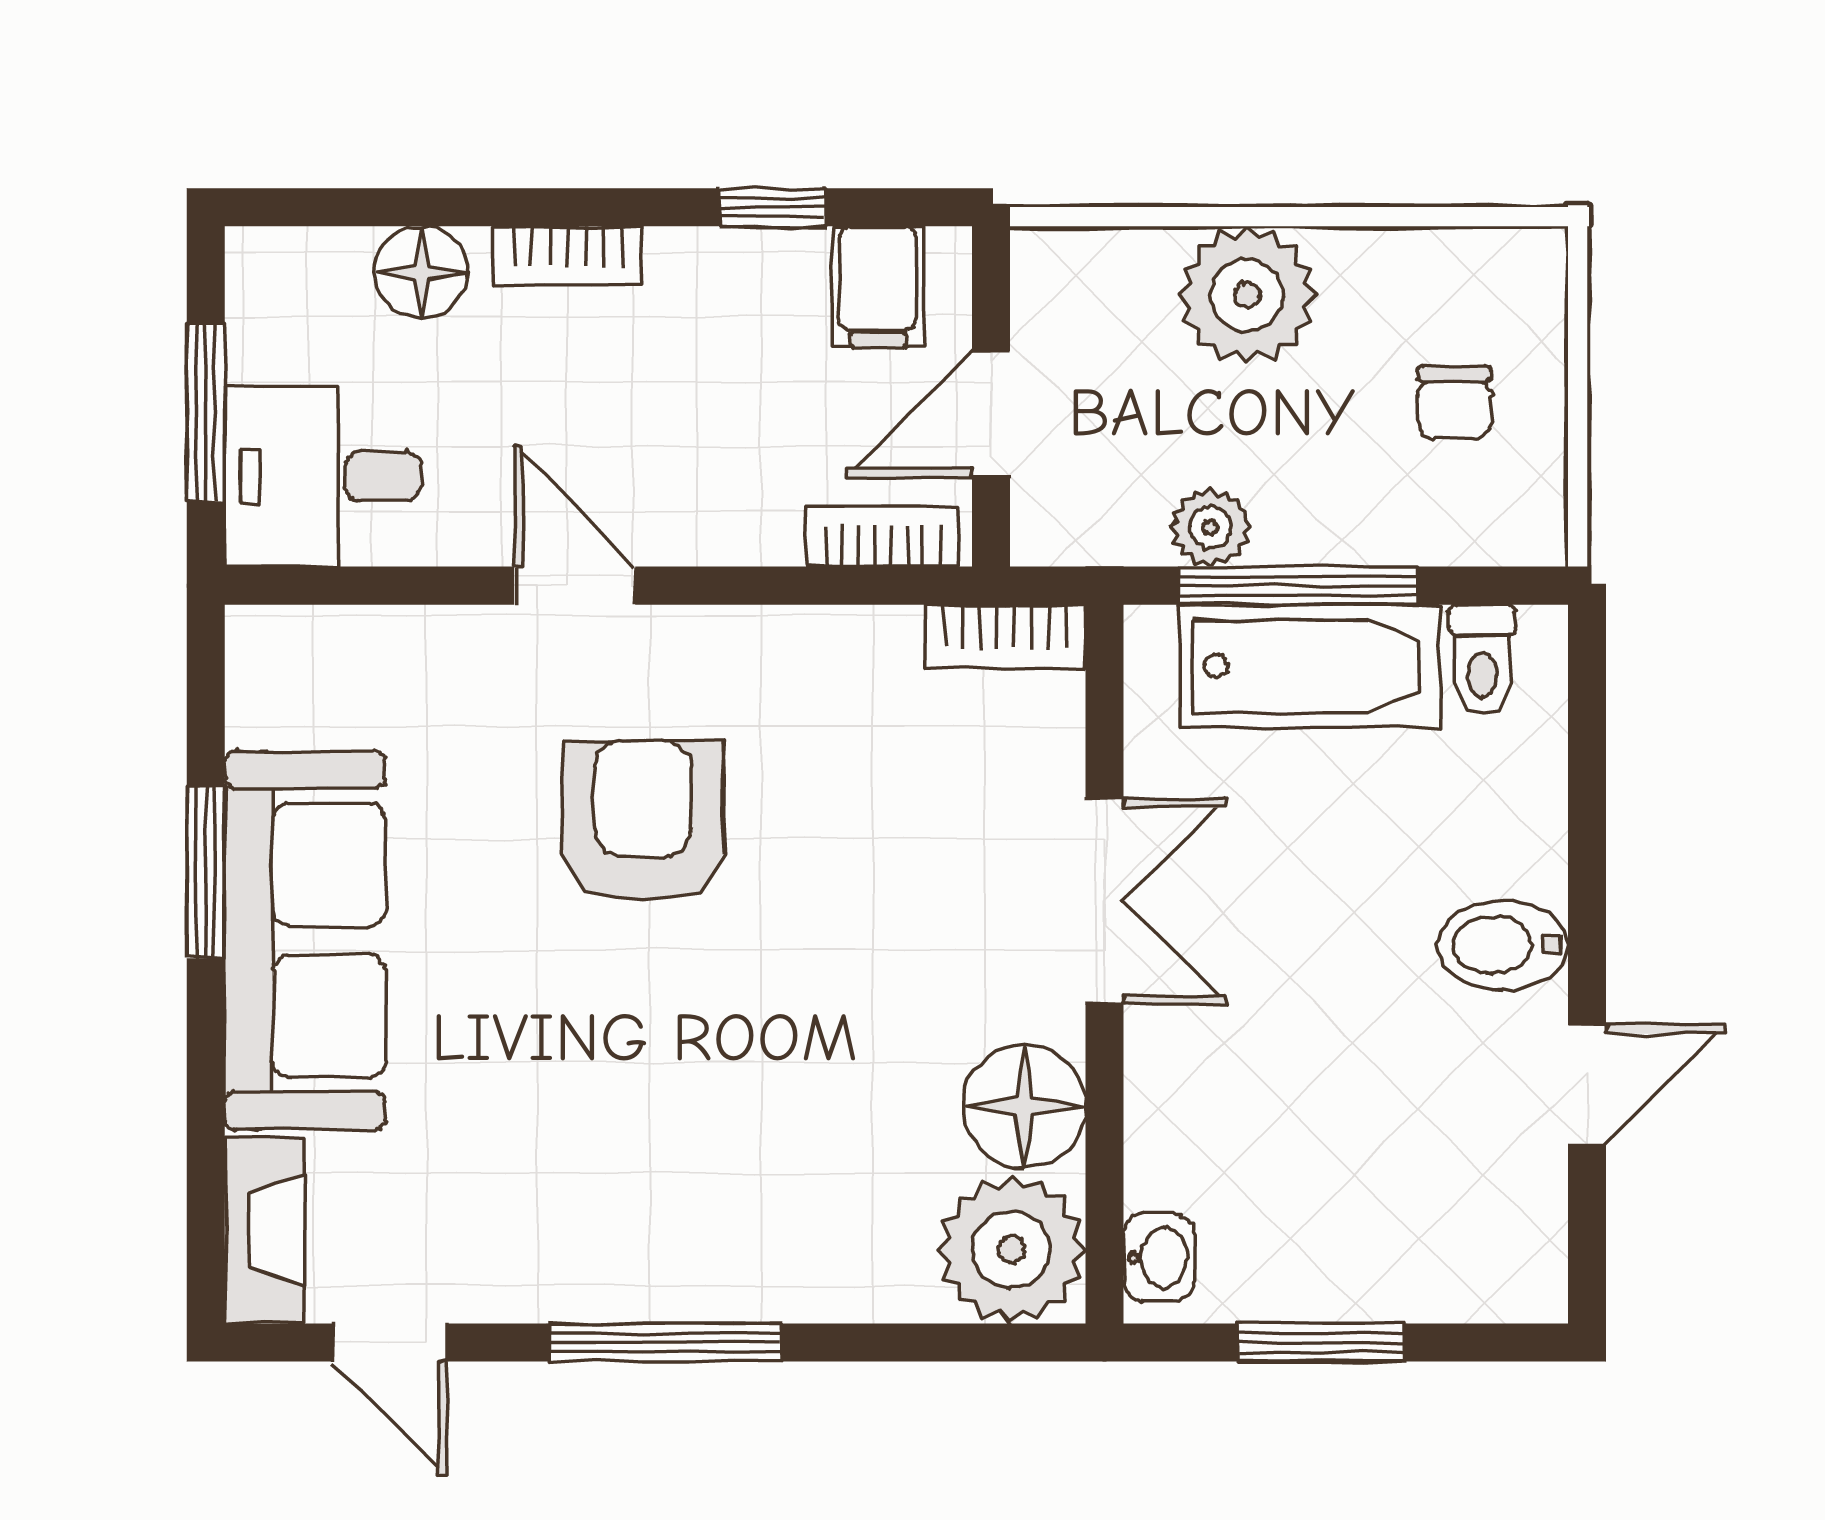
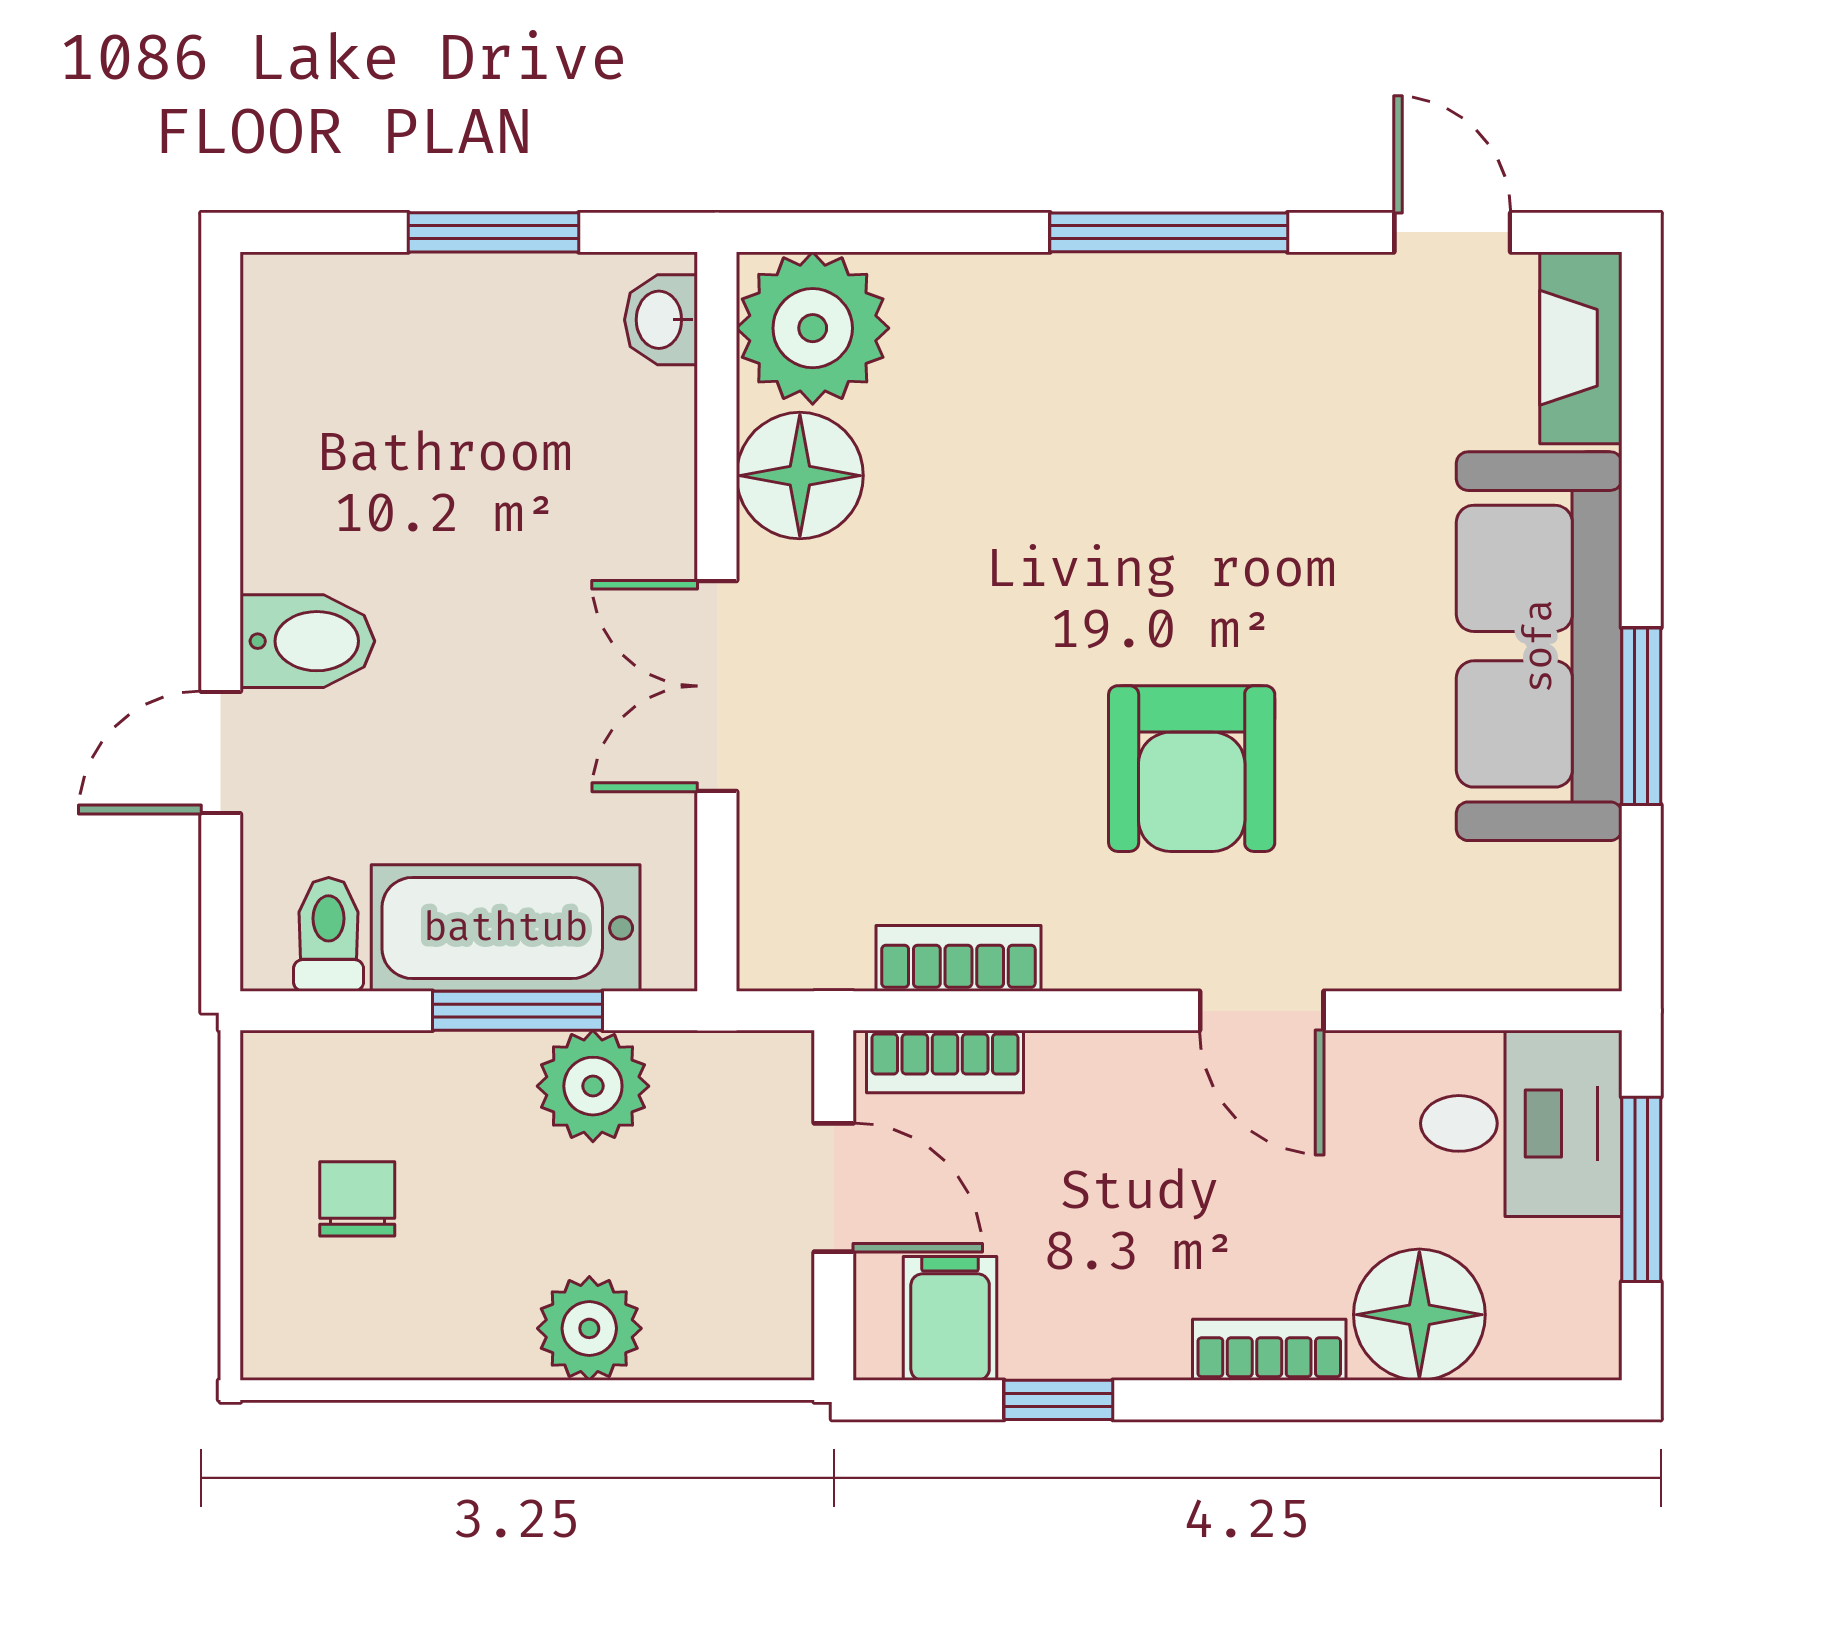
floor lamp: (422, 273) -> (1419, 1315), width x1.38, depth x1.38
plant: (1247, 295) -> (589, 1328), width x0.73, depth x0.73
door: (991, 414) -> (834, 1187), hinge flipped
plant: (1210, 527) -> (593, 1086), width x1.38, depth x1.38
window: (1298, 586) -> (517, 1011), width x0.69
bookcase: (1005, 637) -> (958, 958), moved
door: (1587, 1085) -> (221, 752), moved

